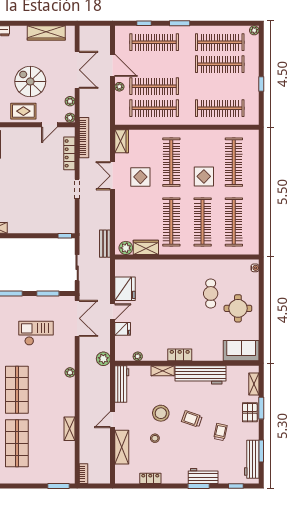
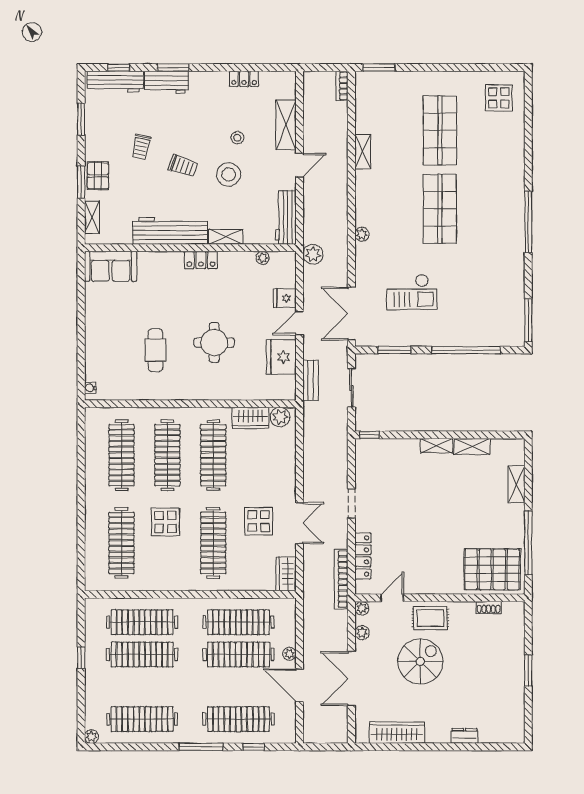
window: (180, 23) -> (201, 747), width x1.44
clothes rail: (220, 64) -> (142, 654), moved
spiral stairs: (30, 81) -> (420, 661), turned -90
shelving: (19, 228) -> (437, 446), added
bench: (105, 244) -> (311, 380), moved
round table: (238, 308) -> (214, 343), moved
workbench: (252, 459) -> (115, 82), moved, turned 90

